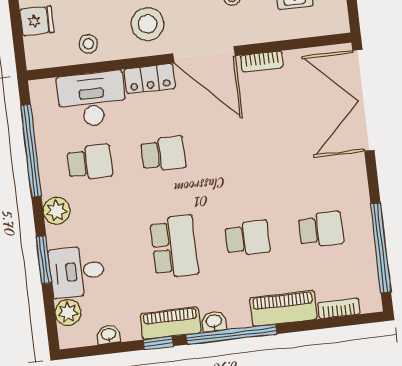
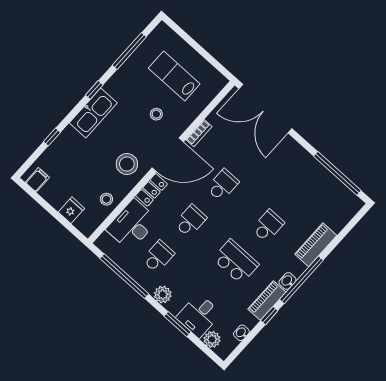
school desk: (321, 230) -> (223, 185), moved
bookcase: (339, 308) -> (343, 221), removed

